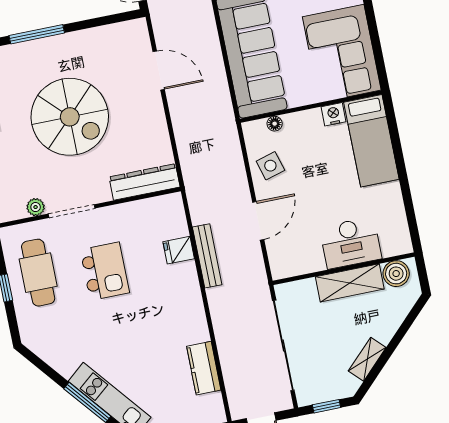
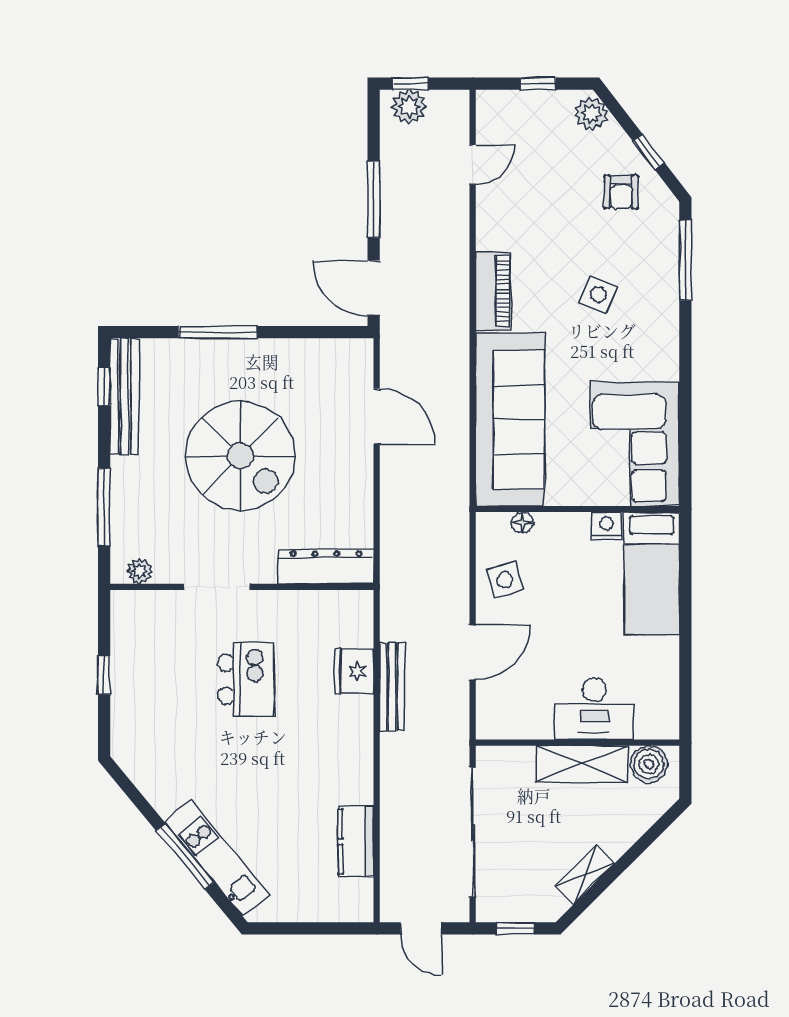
plant: (36, 207) -> (139, 571), moved
fridge: (179, 250) -> (354, 671), width x1.38
cafe table: (38, 273) -> (153, 663), removed

